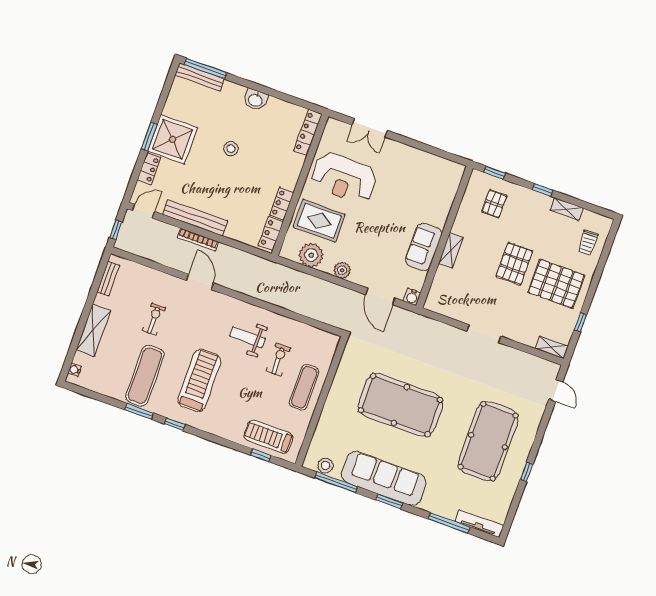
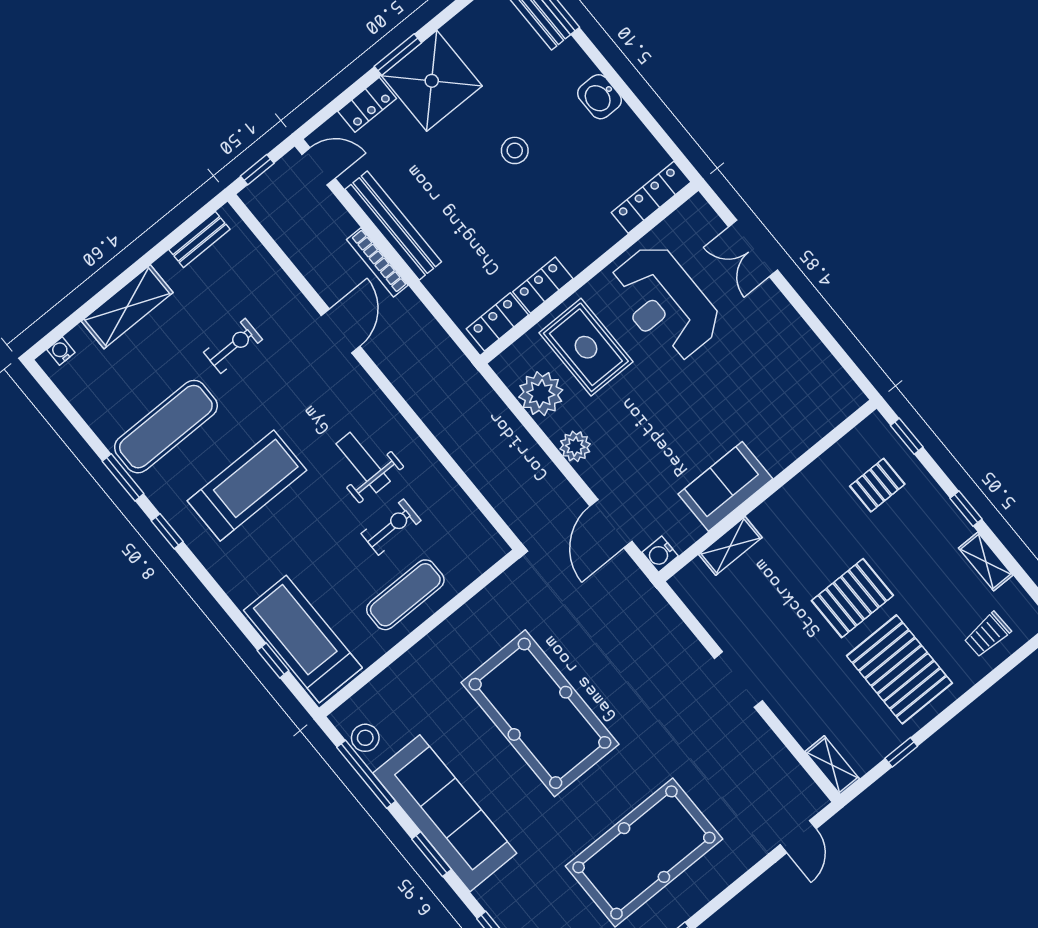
shelving: (451, 250) -> (730, 546), moved
treadmill: (269, 437) -> (303, 639), width x1.37, depth x1.38

